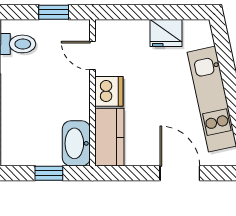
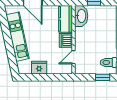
window: (54, 12) -> (103, 77), moved
door: (93, 56) -> (74, 57), swing flipped

